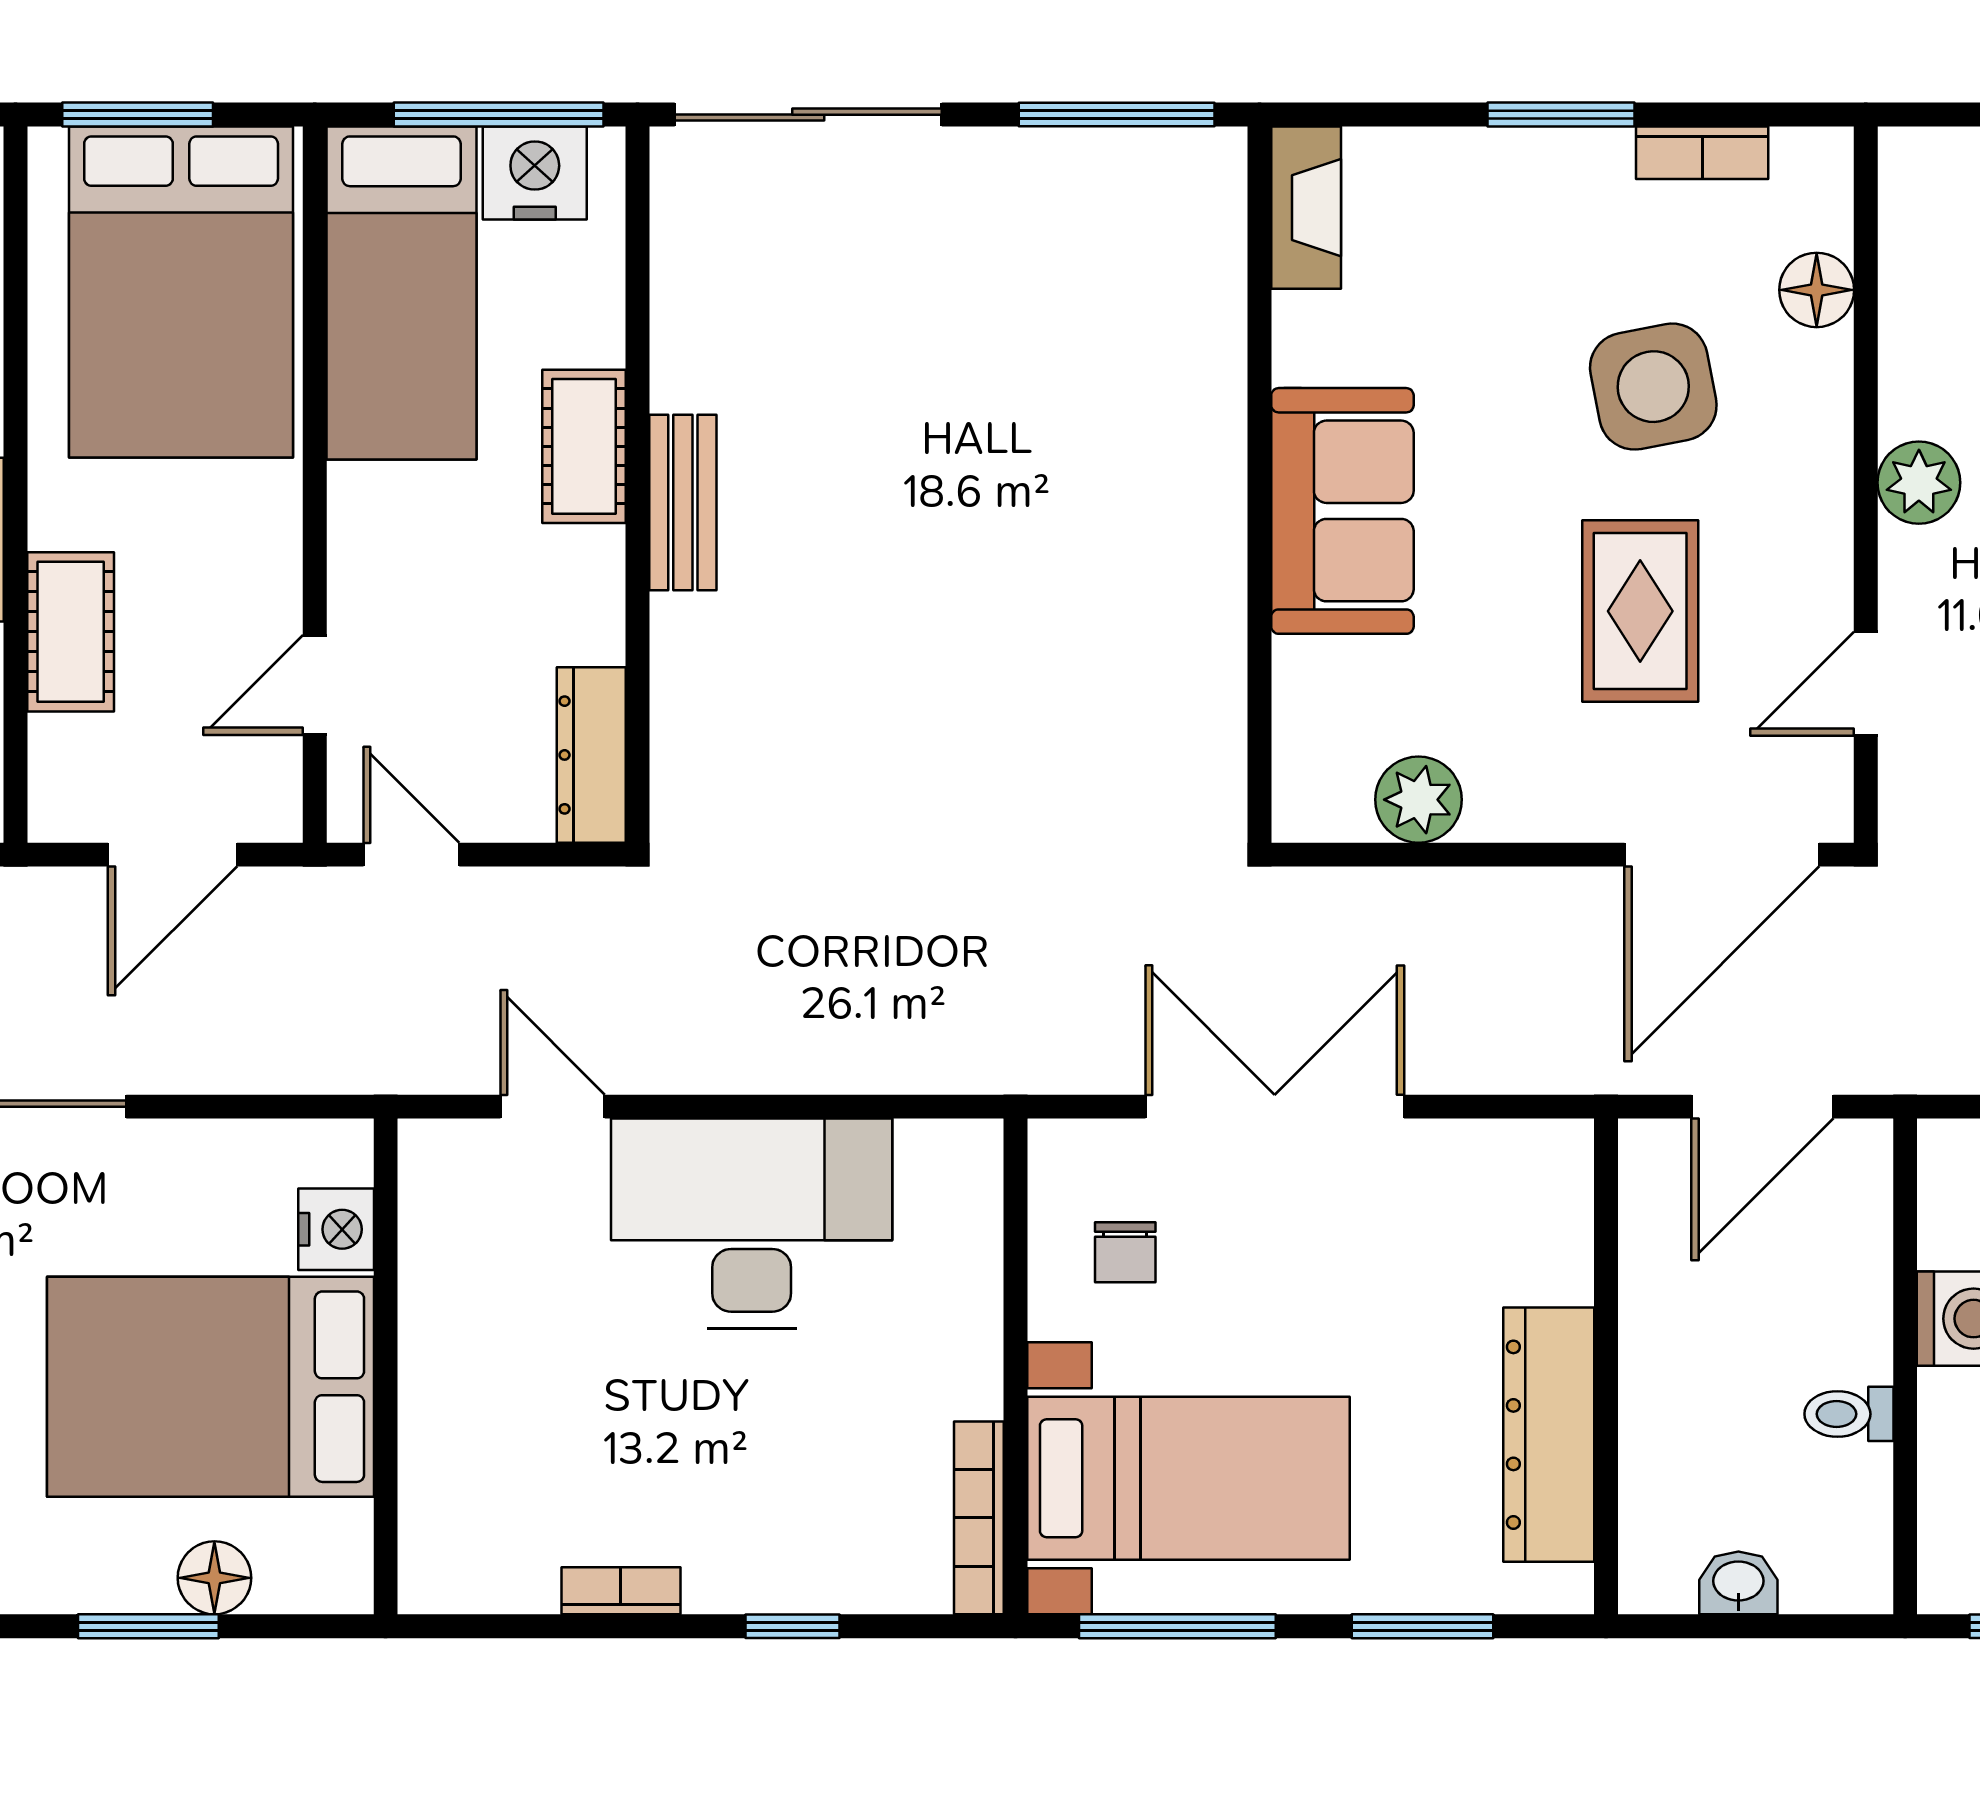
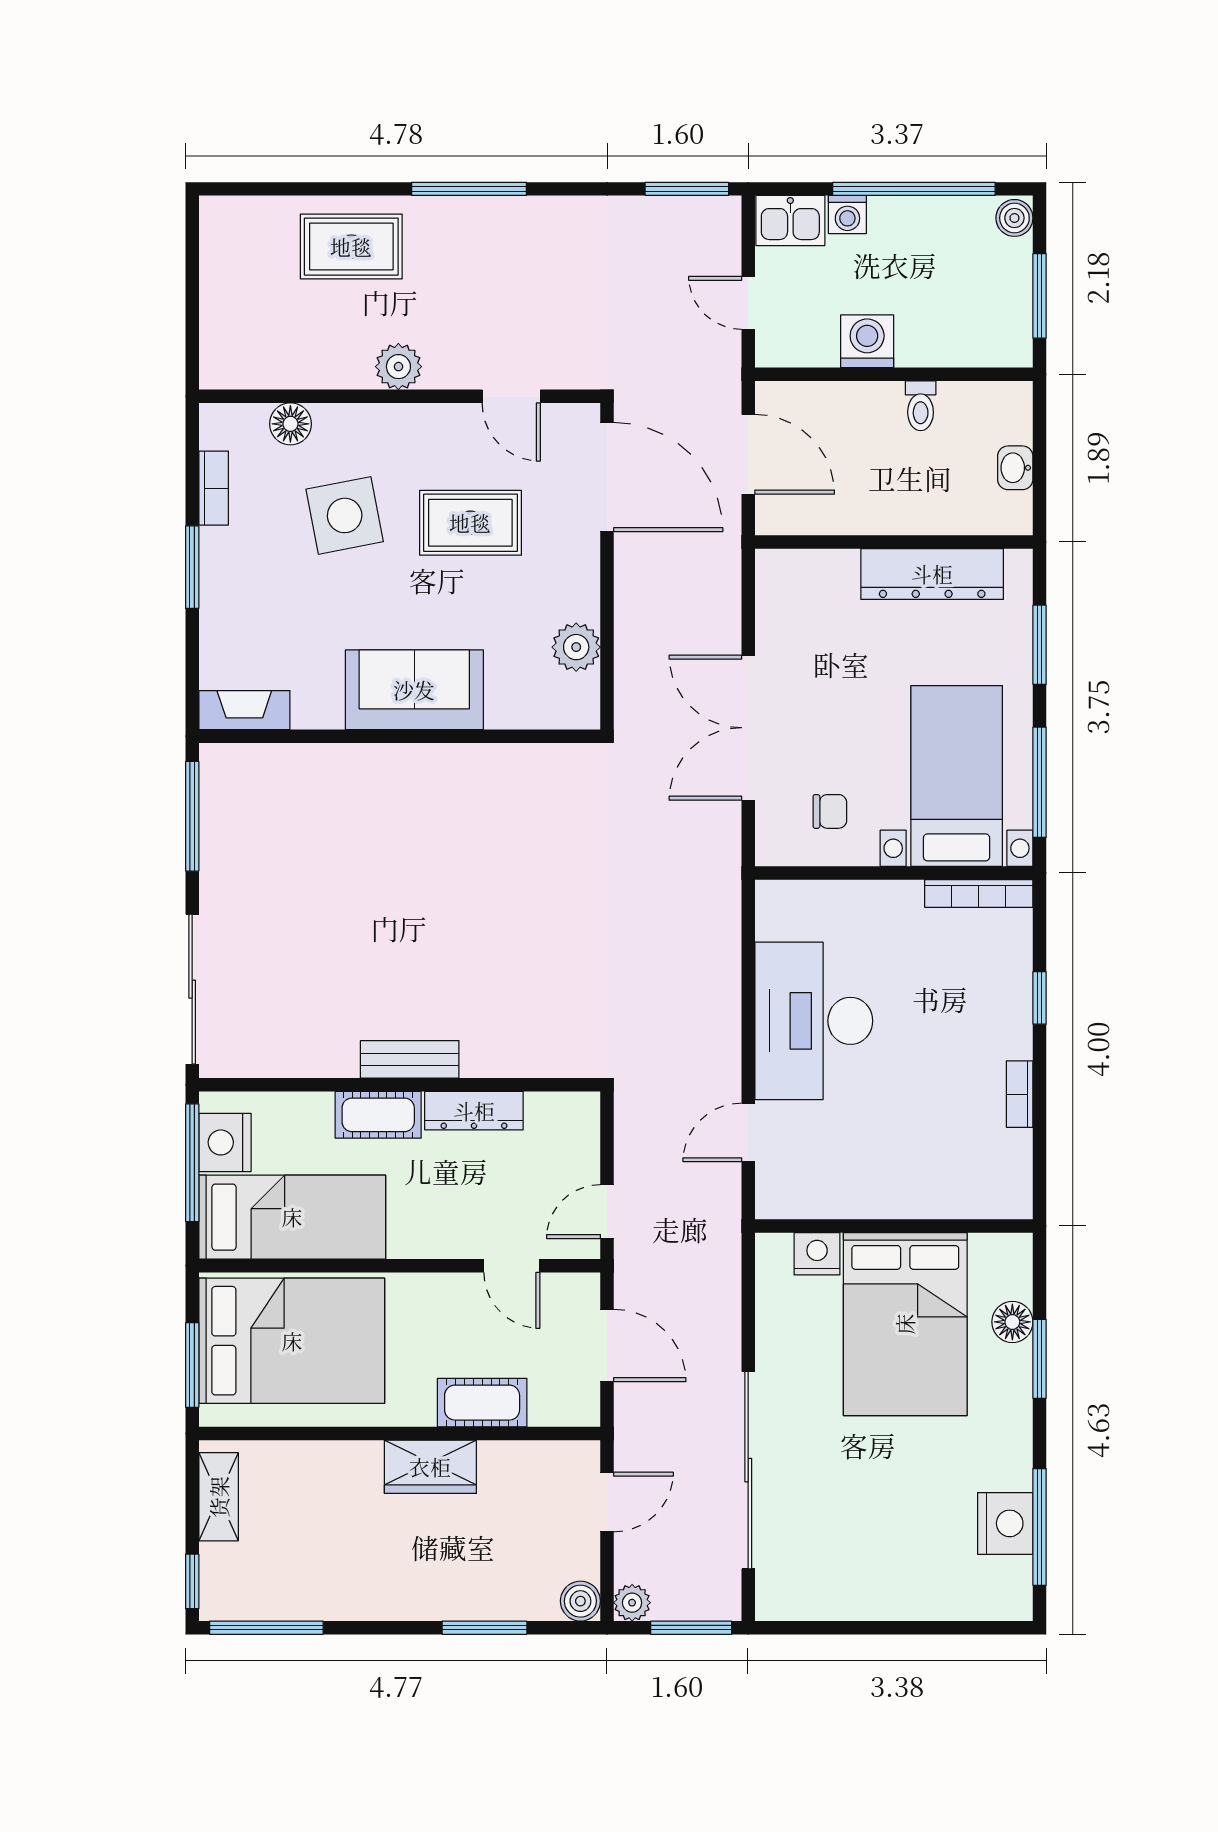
dresser: (591, 755) -> (474, 1111), moved

